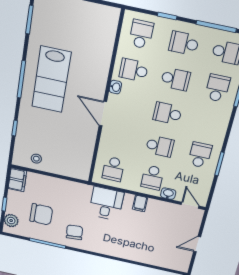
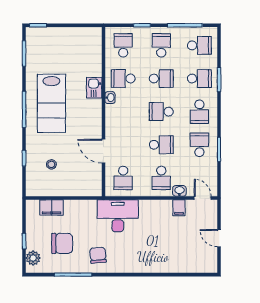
school desk: (184, 43) -> (161, 45), turned 90
kitchen sink: (100, 73) -> (94, 88), added
school desk: (217, 88) -> (199, 79), turned 90
door: (103, 114) -> (103, 151), moved
school desk: (208, 122) -> (199, 112), added
stool: (36, 159) -> (51, 164), moved
filing cabinet: (17, 180) -> (52, 207), moved, turned 90
filing cabinet: (140, 203) -> (179, 208), moved
desk: (106, 204) -> (118, 216), width x1.37
door: (197, 244) -> (219, 238), hinge flipped

